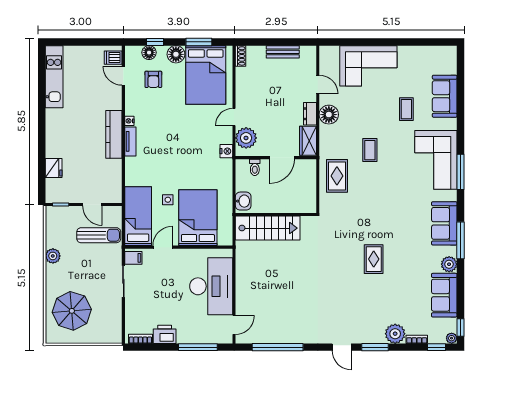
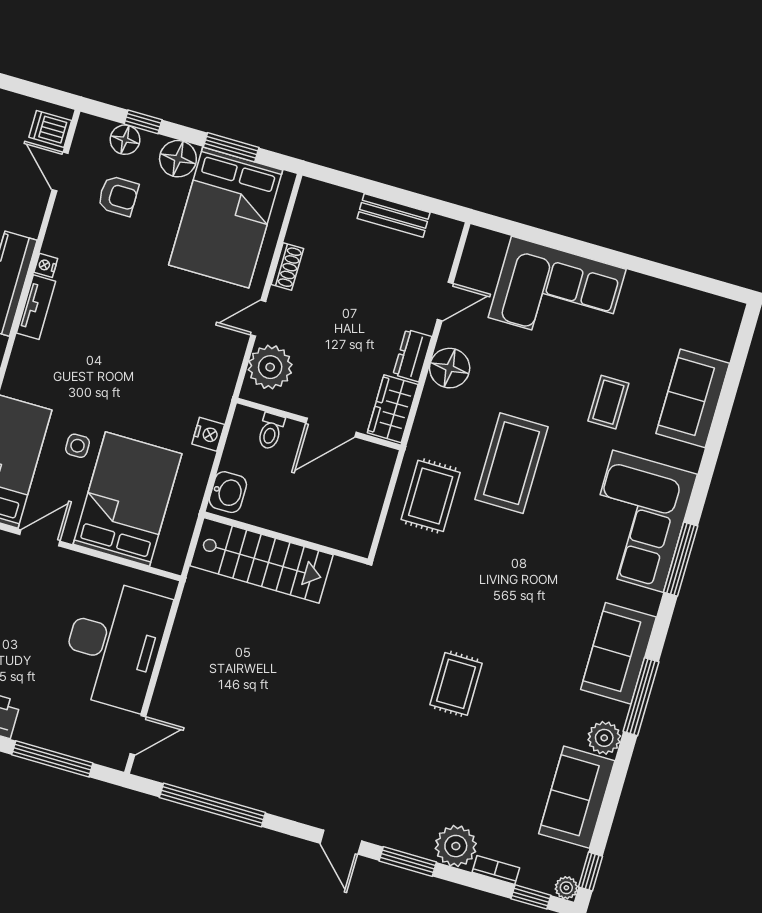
shoe rack: (241, 56) -> (287, 266), moved
armchair: (153, 79) -> (118, 196), turned -90
door: (318, 84) -> (445, 301), hinge flipped
coffee table: (370, 150) -> (511, 463), width x1.86, depth x1.72
nightstand: (226, 151) -> (208, 434), moved

